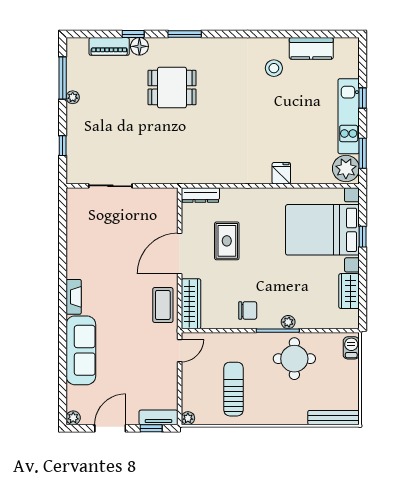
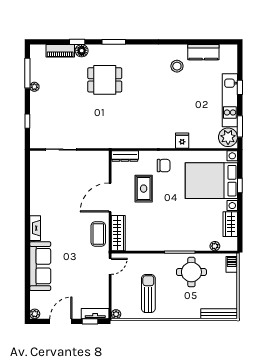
chair: (248, 310) -> (164, 166), moved
plant: (288, 322) -> (215, 246), moved

